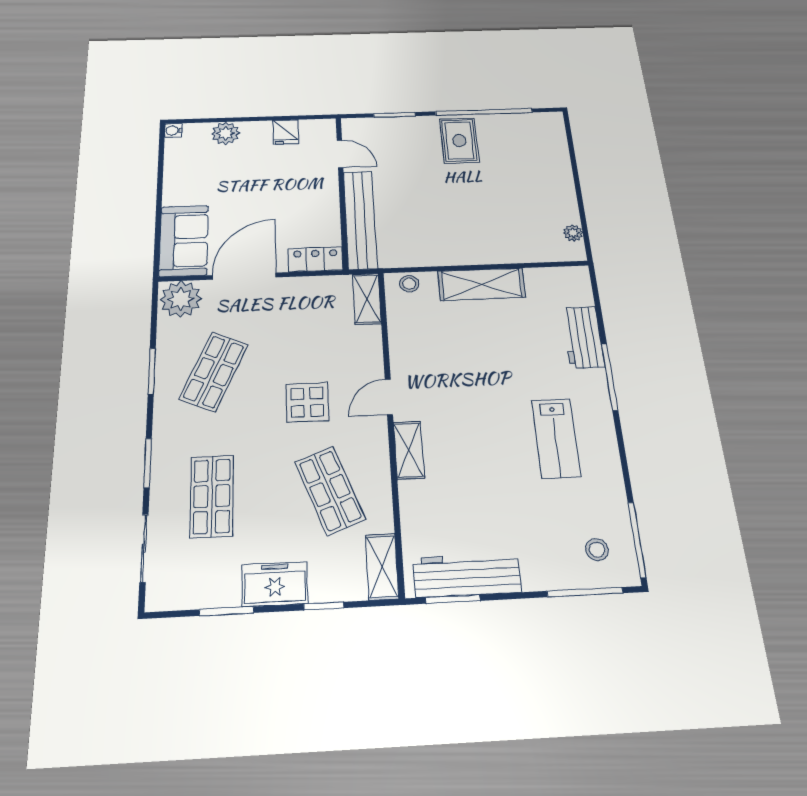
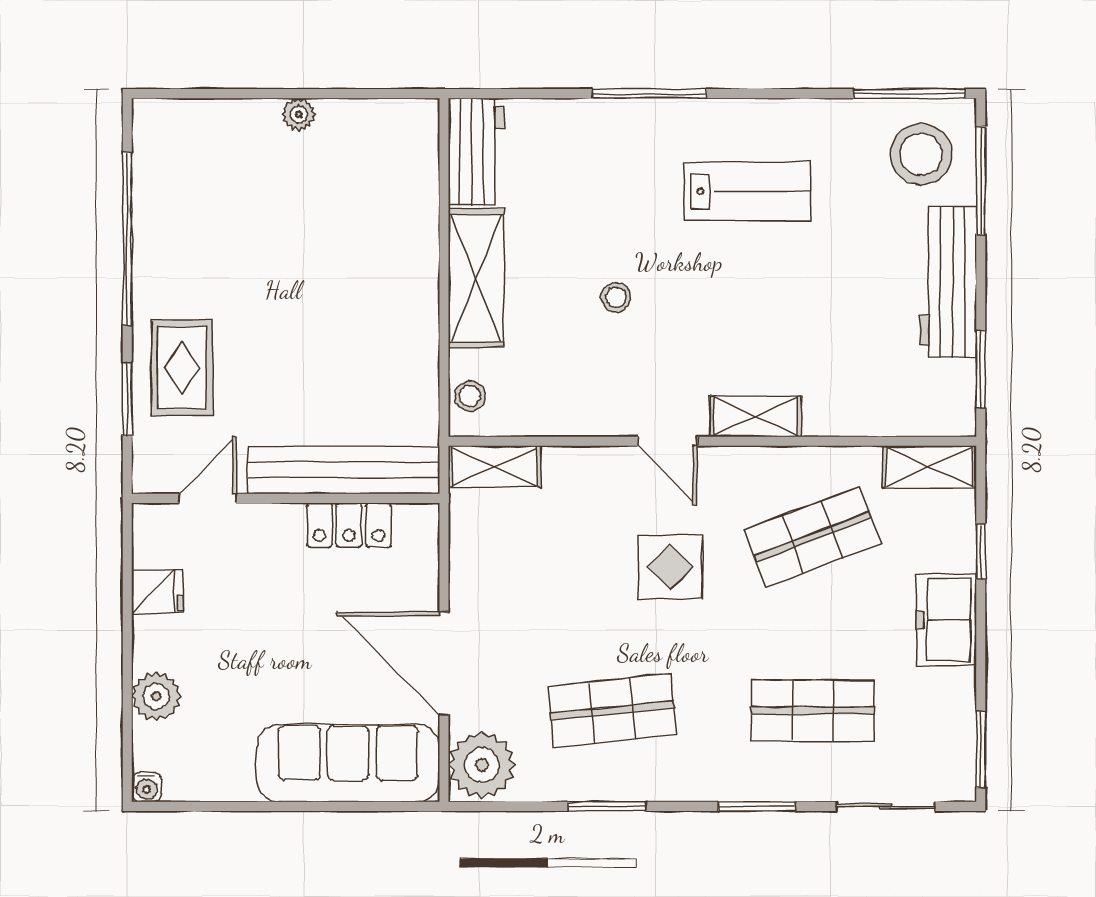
rug: (459, 140) -> (182, 368), moved, turned 90
plant: (573, 233) -> (299, 114), moved
sofa: (184, 241) -> (348, 763), width x1.36
locker: (315, 259) -> (349, 525), moved, turned -90
workbench: (583, 337) -> (476, 152), moved, turned -90
stool: (478, 363) -> (616, 297), added
shop shelf: (214, 372) -> (612, 711), turned -30
stool: (597, 550) -> (921, 154), width x1.89, depth x1.89
workbench: (467, 575) -> (948, 282), moved
window: (226, 611) -> (981, 750), moved

